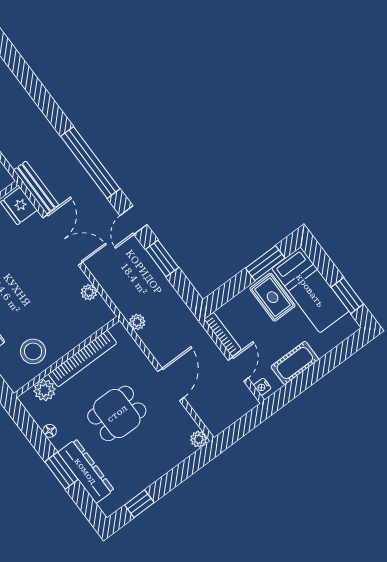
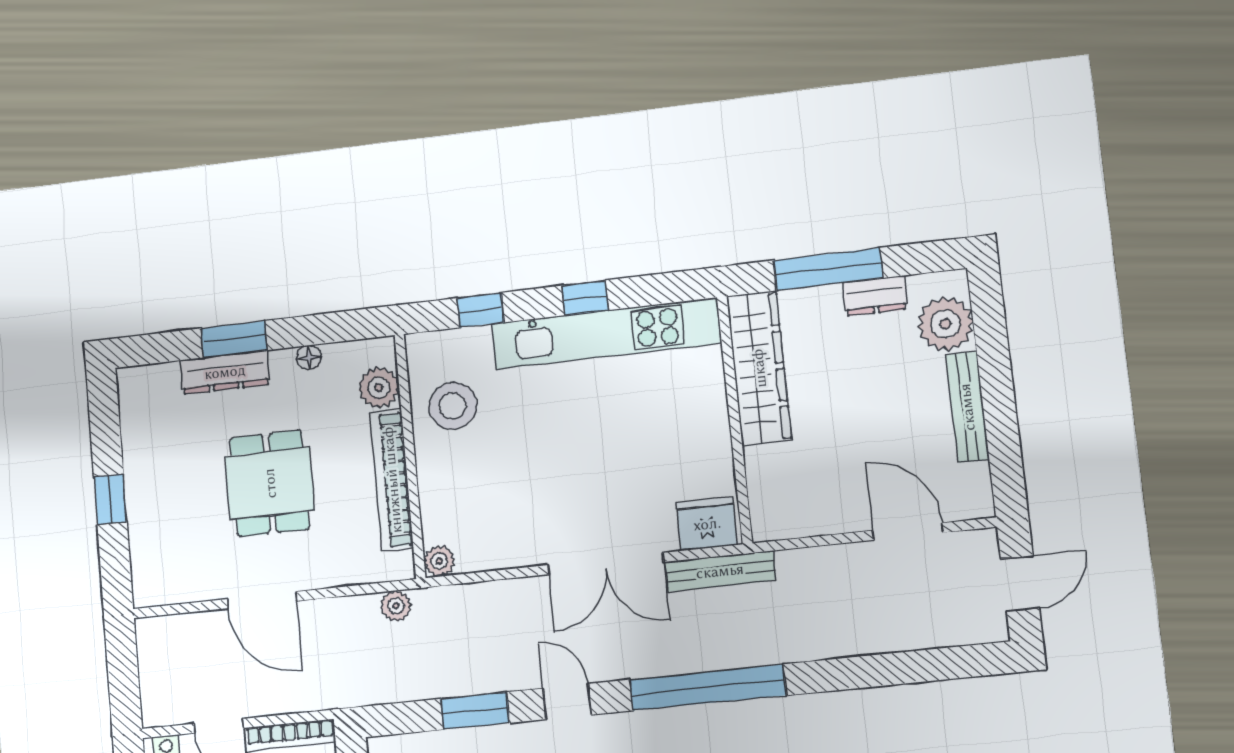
plant: (89, 292) -> (439, 561), moved
plant: (199, 439) -> (147, 592), removed
dresser: (86, 471) -> (225, 372), width x0.73, depth x0.80
window: (139, 504) -> (110, 499), moved

